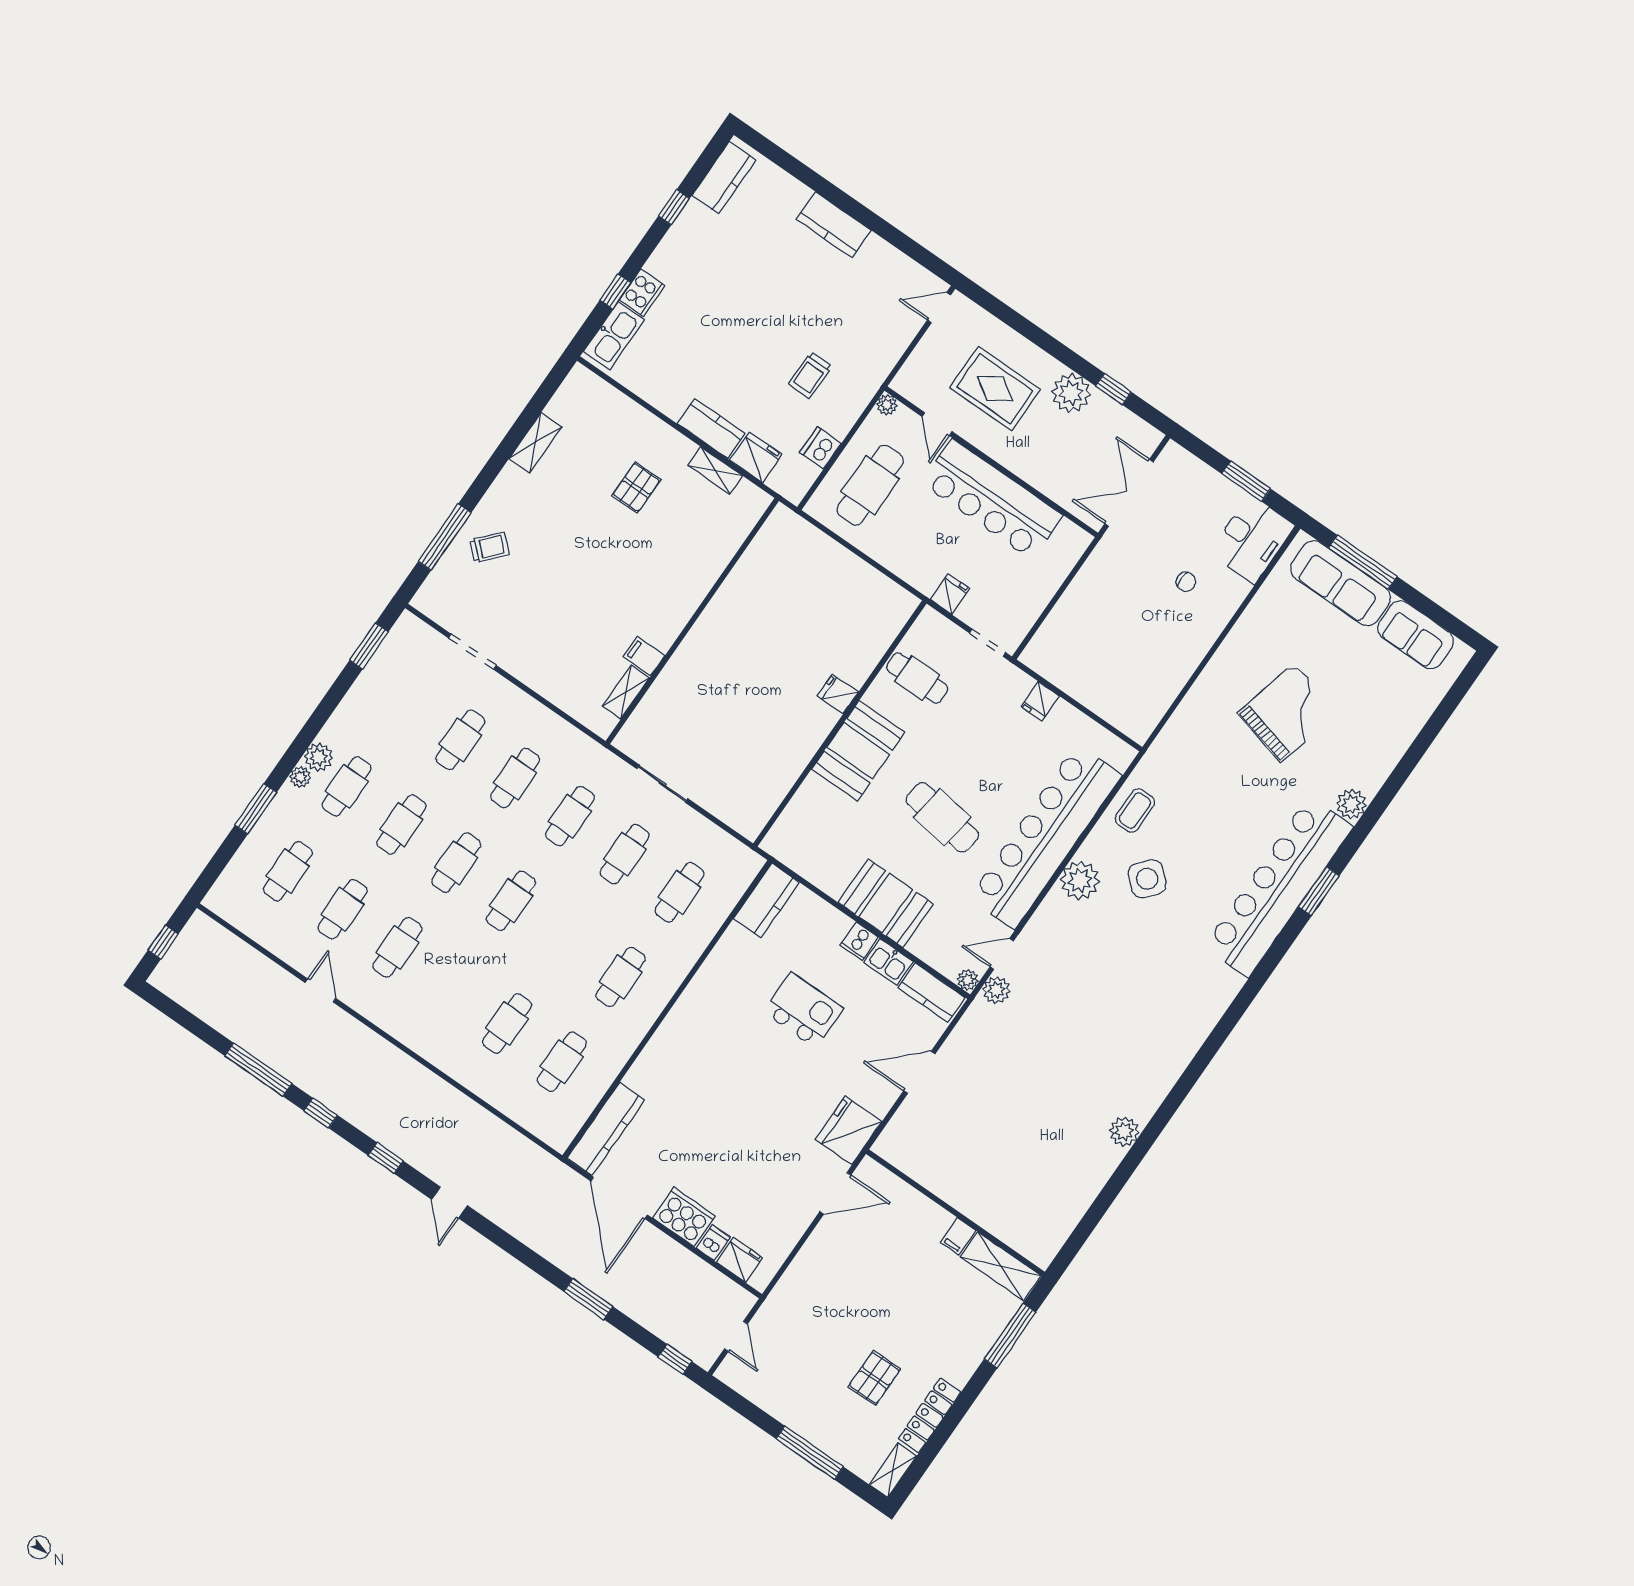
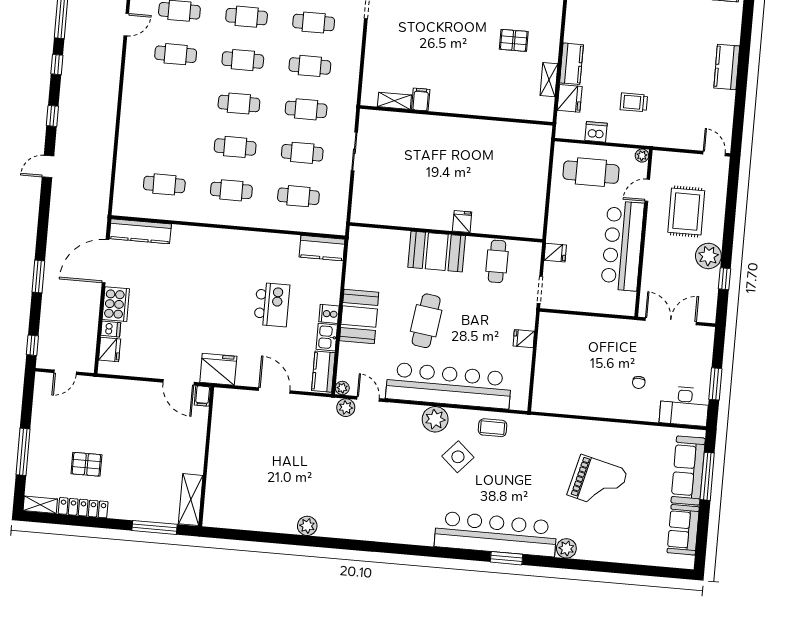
cafe table: (507, 1024) -> (235, 147), moved
filing cabinet: (958, 1236) -> (202, 396), moved, turned -90

